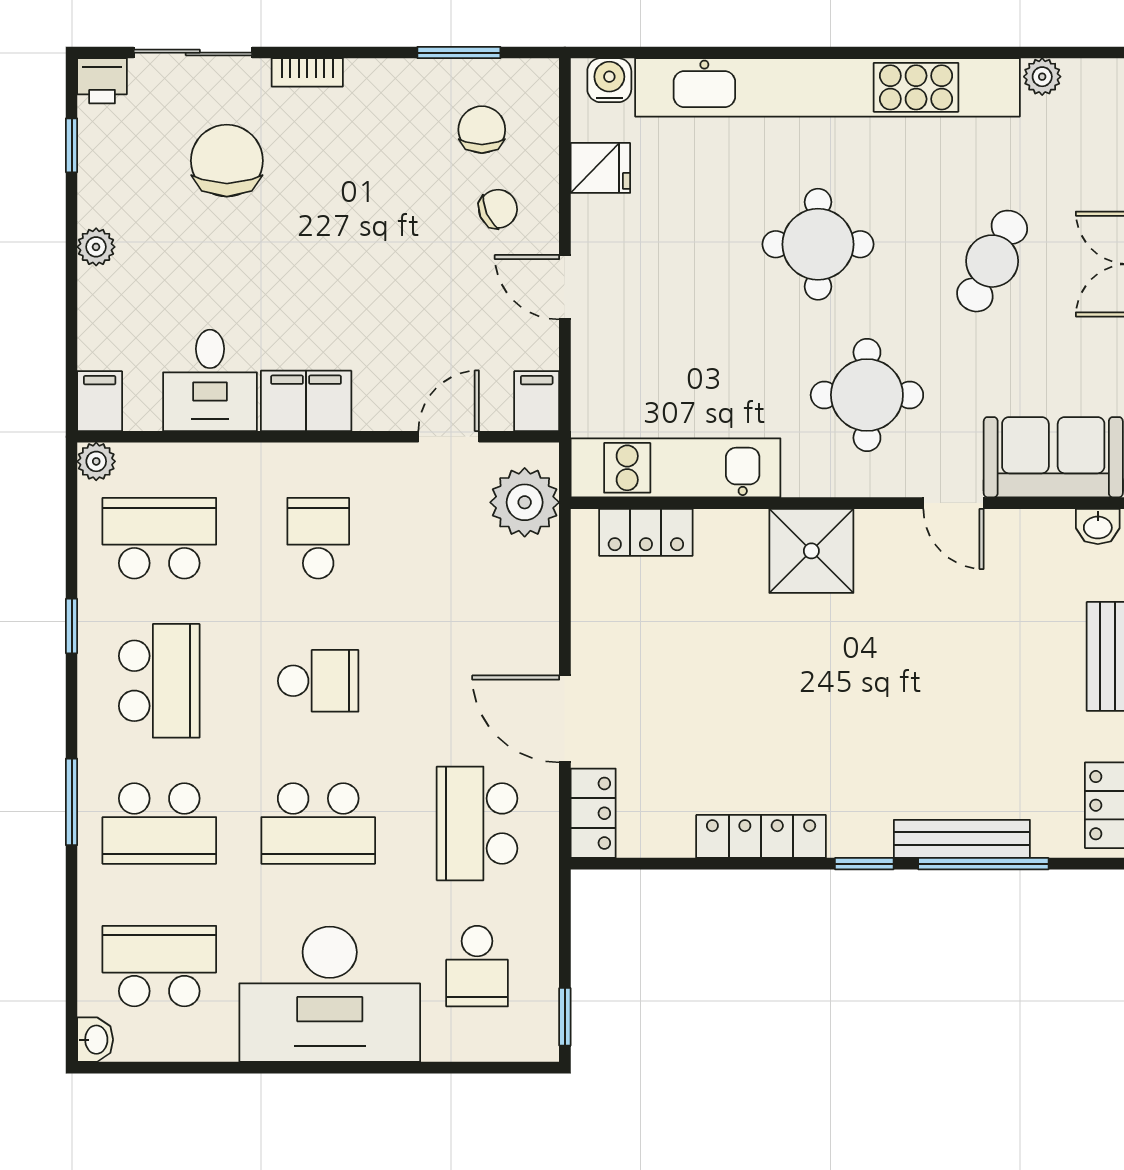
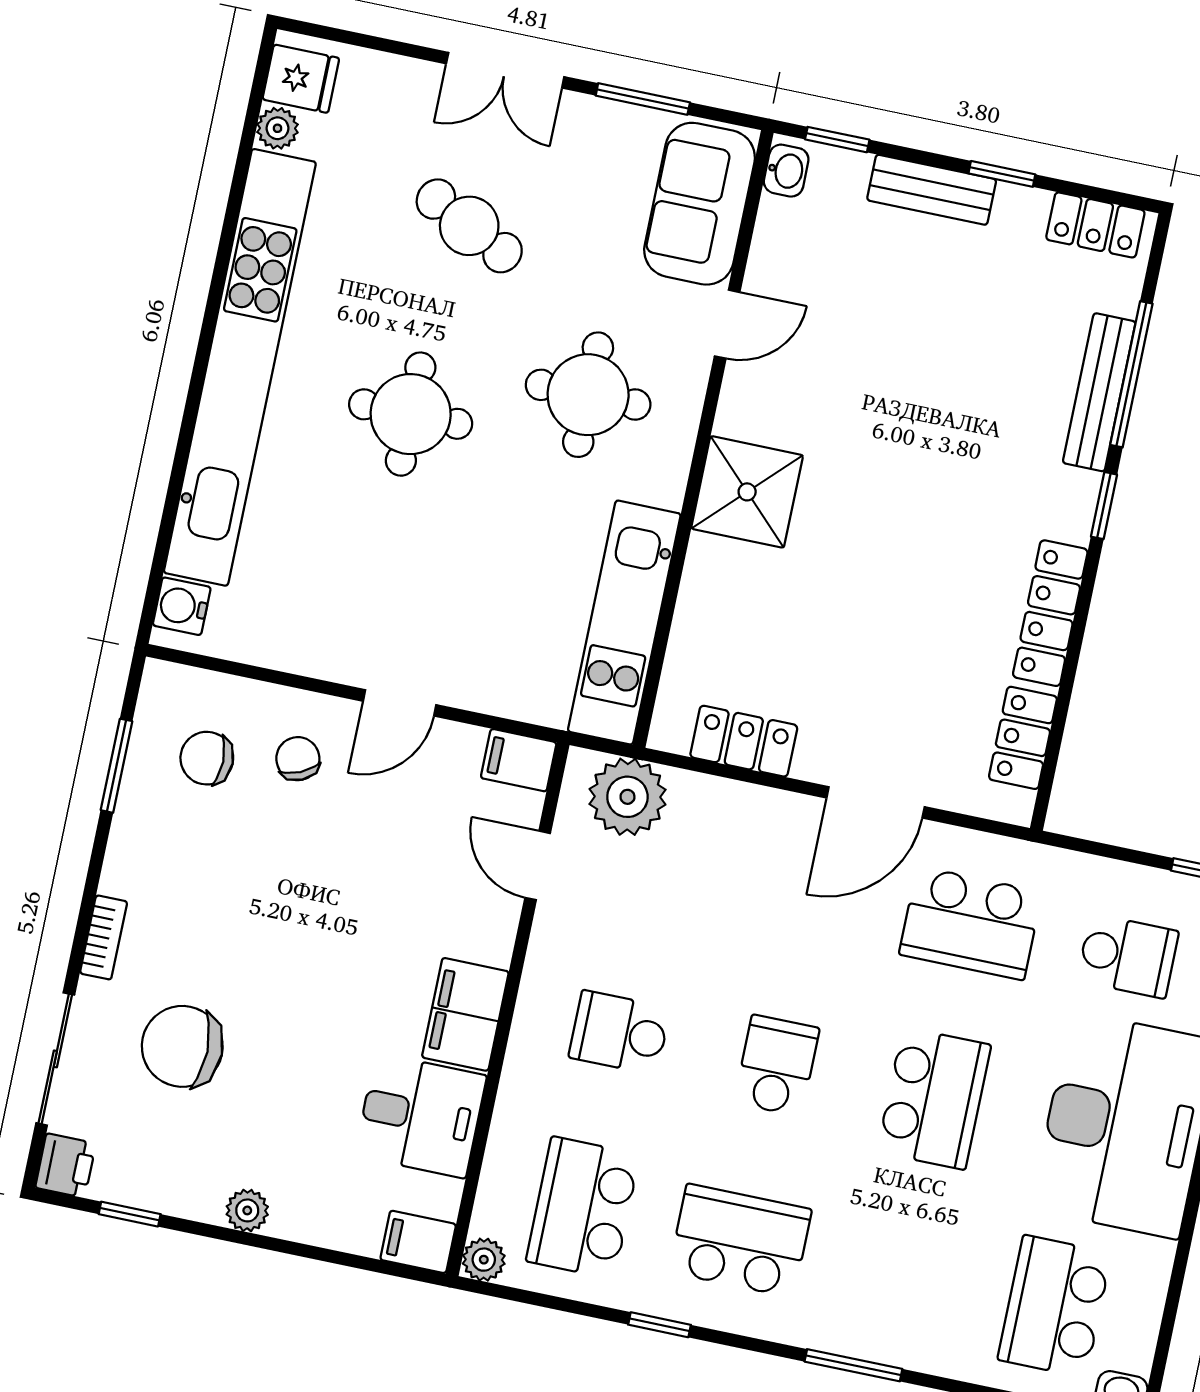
fridge: (600, 168) -> (301, 79), moved, turned 90
locker: (646, 532) -> (744, 741), moved, turned -90
locker: (593, 813) -> (1023, 738), moved, turned -90
school desk: (159, 823) -> (897, 1273), removed

